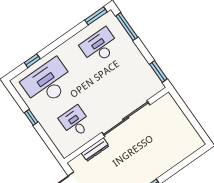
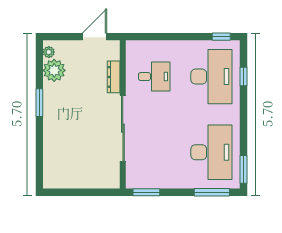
desk: (100, 46) -> (211, 152), width x1.36, depth x1.30
window: (31, 117) -> (221, 37), moved

